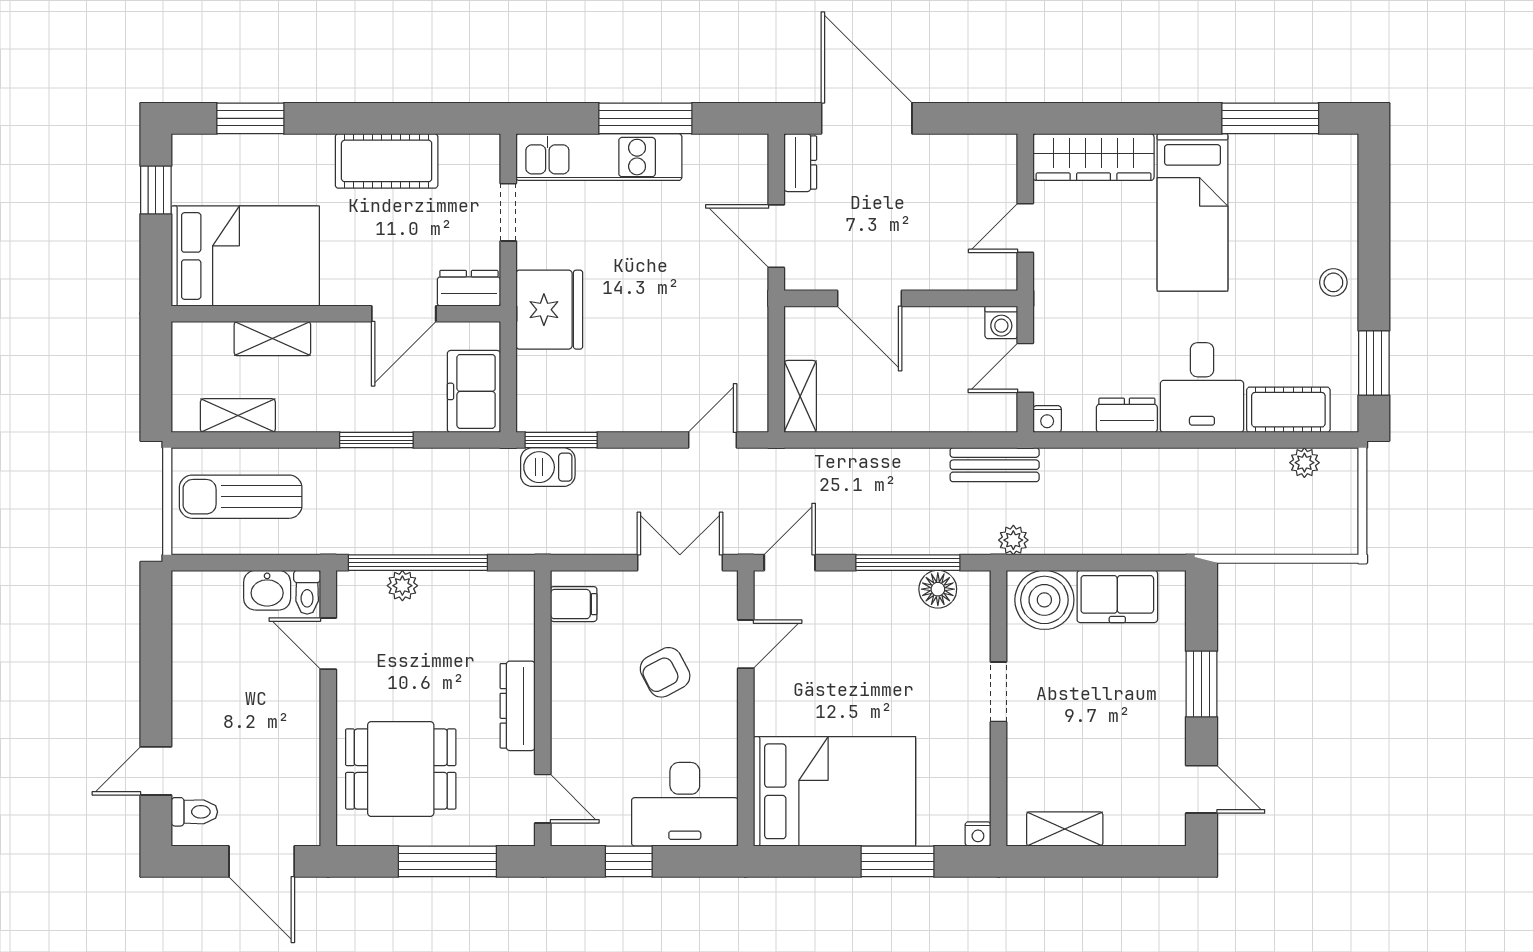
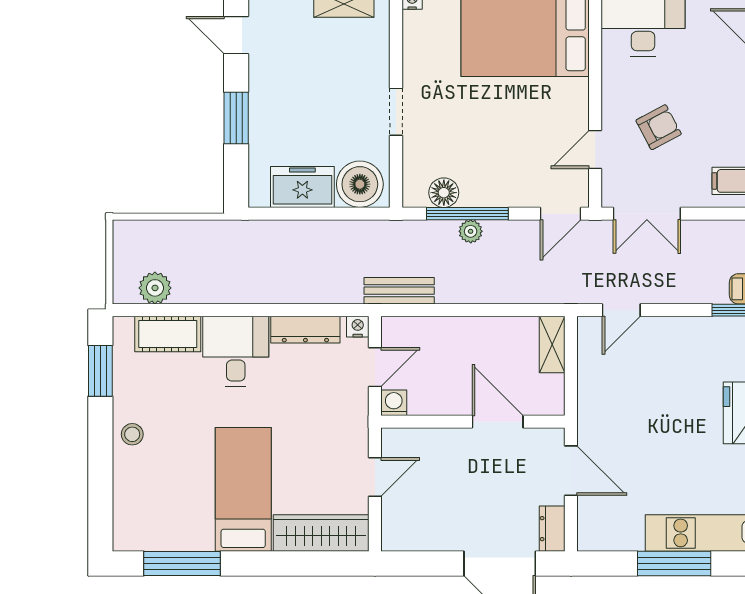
dresser: (1127, 415) -> (305, 330), width x1.44
plant: (1304, 463) -> (155, 288), width x1.38, depth x1.38
plant: (1013, 540) -> (471, 231), moved

